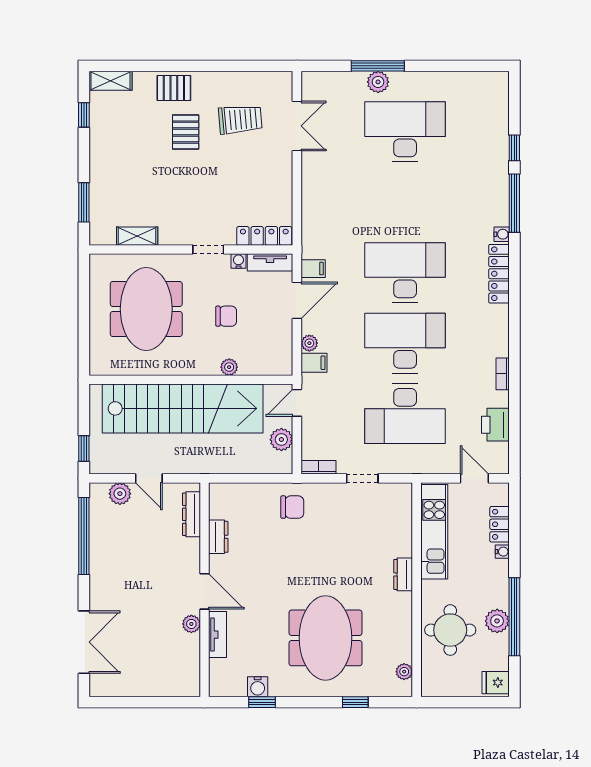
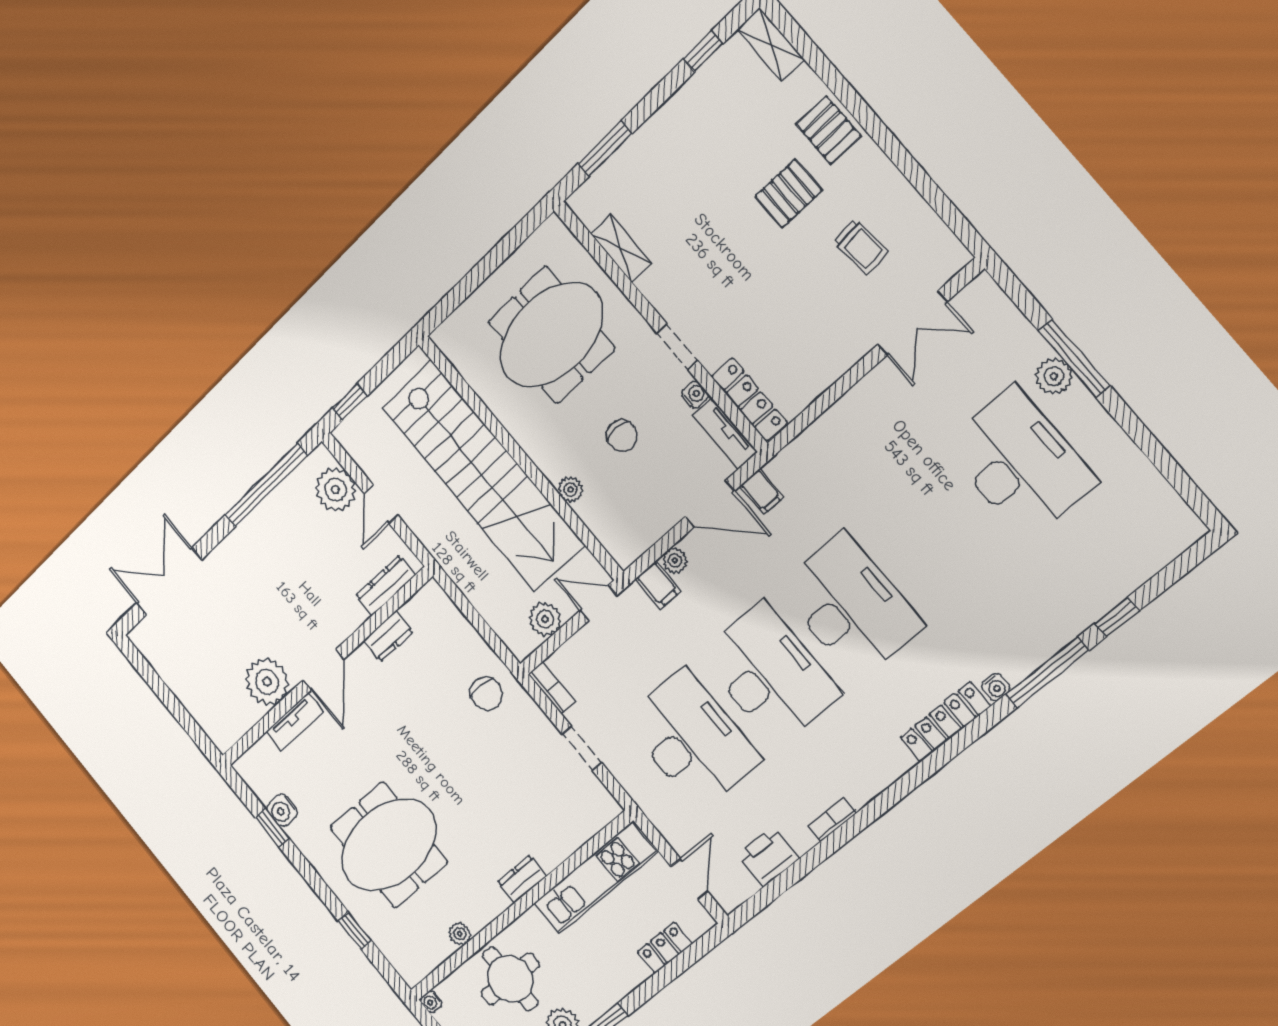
trolley: (240, 119) -> (861, 246), width x0.73, depth x0.72
desk: (405, 414) -> (692, 740), turned 180
plant: (120, 494) -> (336, 490), width x1.36, depth x1.36
water cooler: (502, 552) -> (431, 1002), moved, turned 90
plant: (191, 624) -> (267, 682), width x1.88, depth x1.88
double door: (84, 642) -> (169, 582), swing flipped
plant: (404, 672) -> (460, 934), moved

